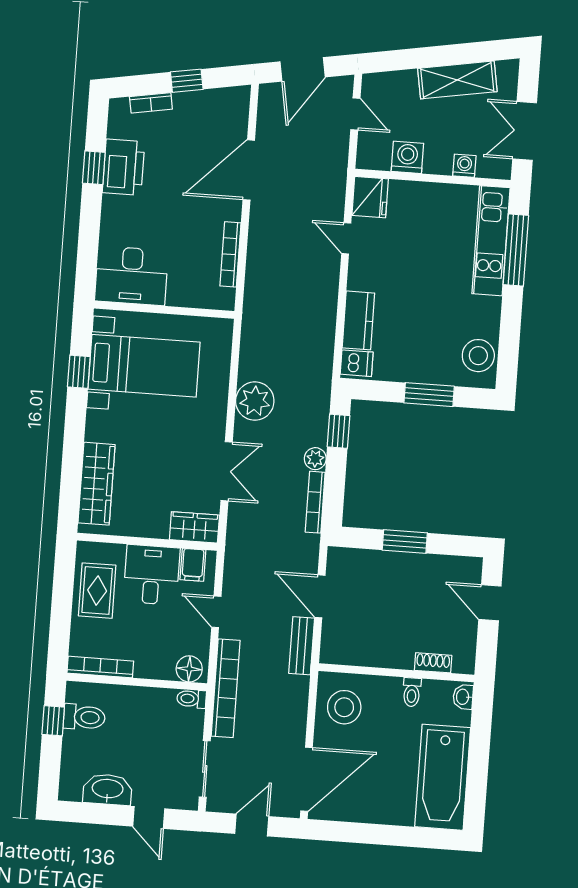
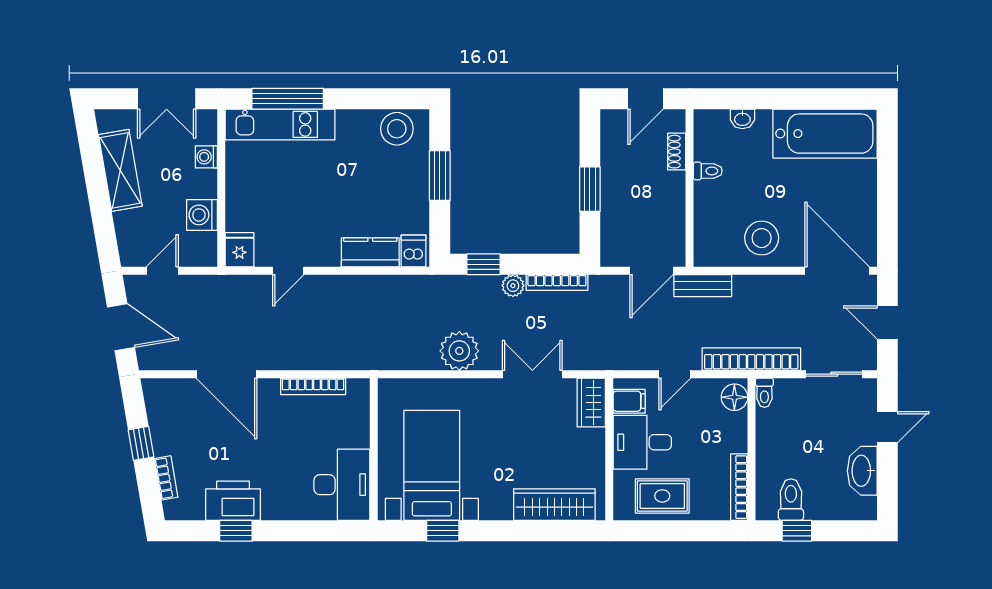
fridge: (370, 197) -> (239, 250), width x0.72
shoe rack: (433, 663) -> (677, 152), moved
wall: (396, 673) -> (689, 188), moved
toilet: (412, 692) -> (708, 171), moved

